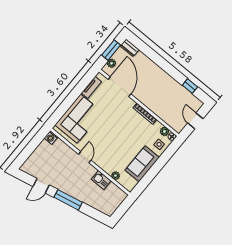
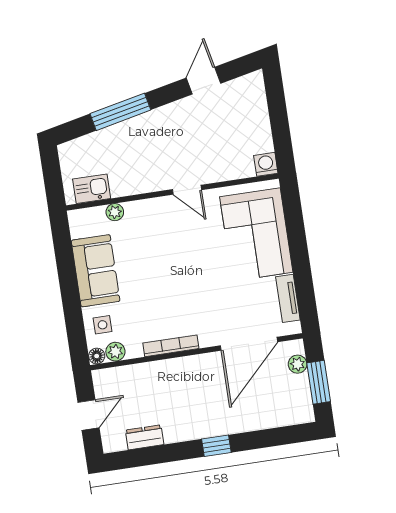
dresser: (130, 48) -> (145, 437), moved
window: (190, 86) -> (216, 446), moved
door: (120, 87) -> (249, 344), hinge flipped
door: (195, 121) -> (88, 415), hinge flipped
kitchen sink: (101, 180) -> (92, 189), moved
window: (68, 200) -> (120, 112), moved

